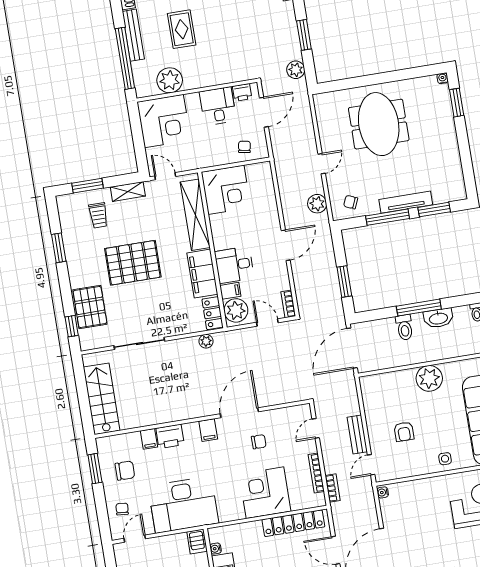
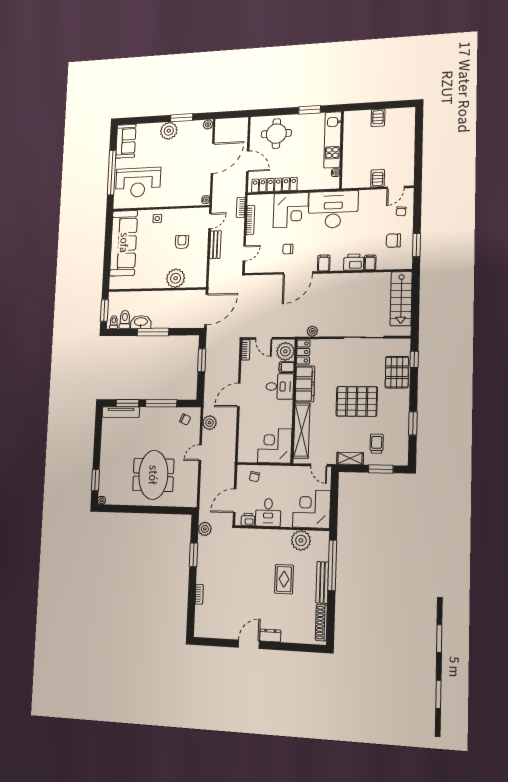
tv unit: (406, 202) -> (121, 412), moved
toilet: (405, 327) -> (125, 320), moved
plant: (429, 378) -> (176, 278), moved
desk: (183, 505) -> (333, 210), moved
server rack: (197, 542) -> (378, 178), moved

